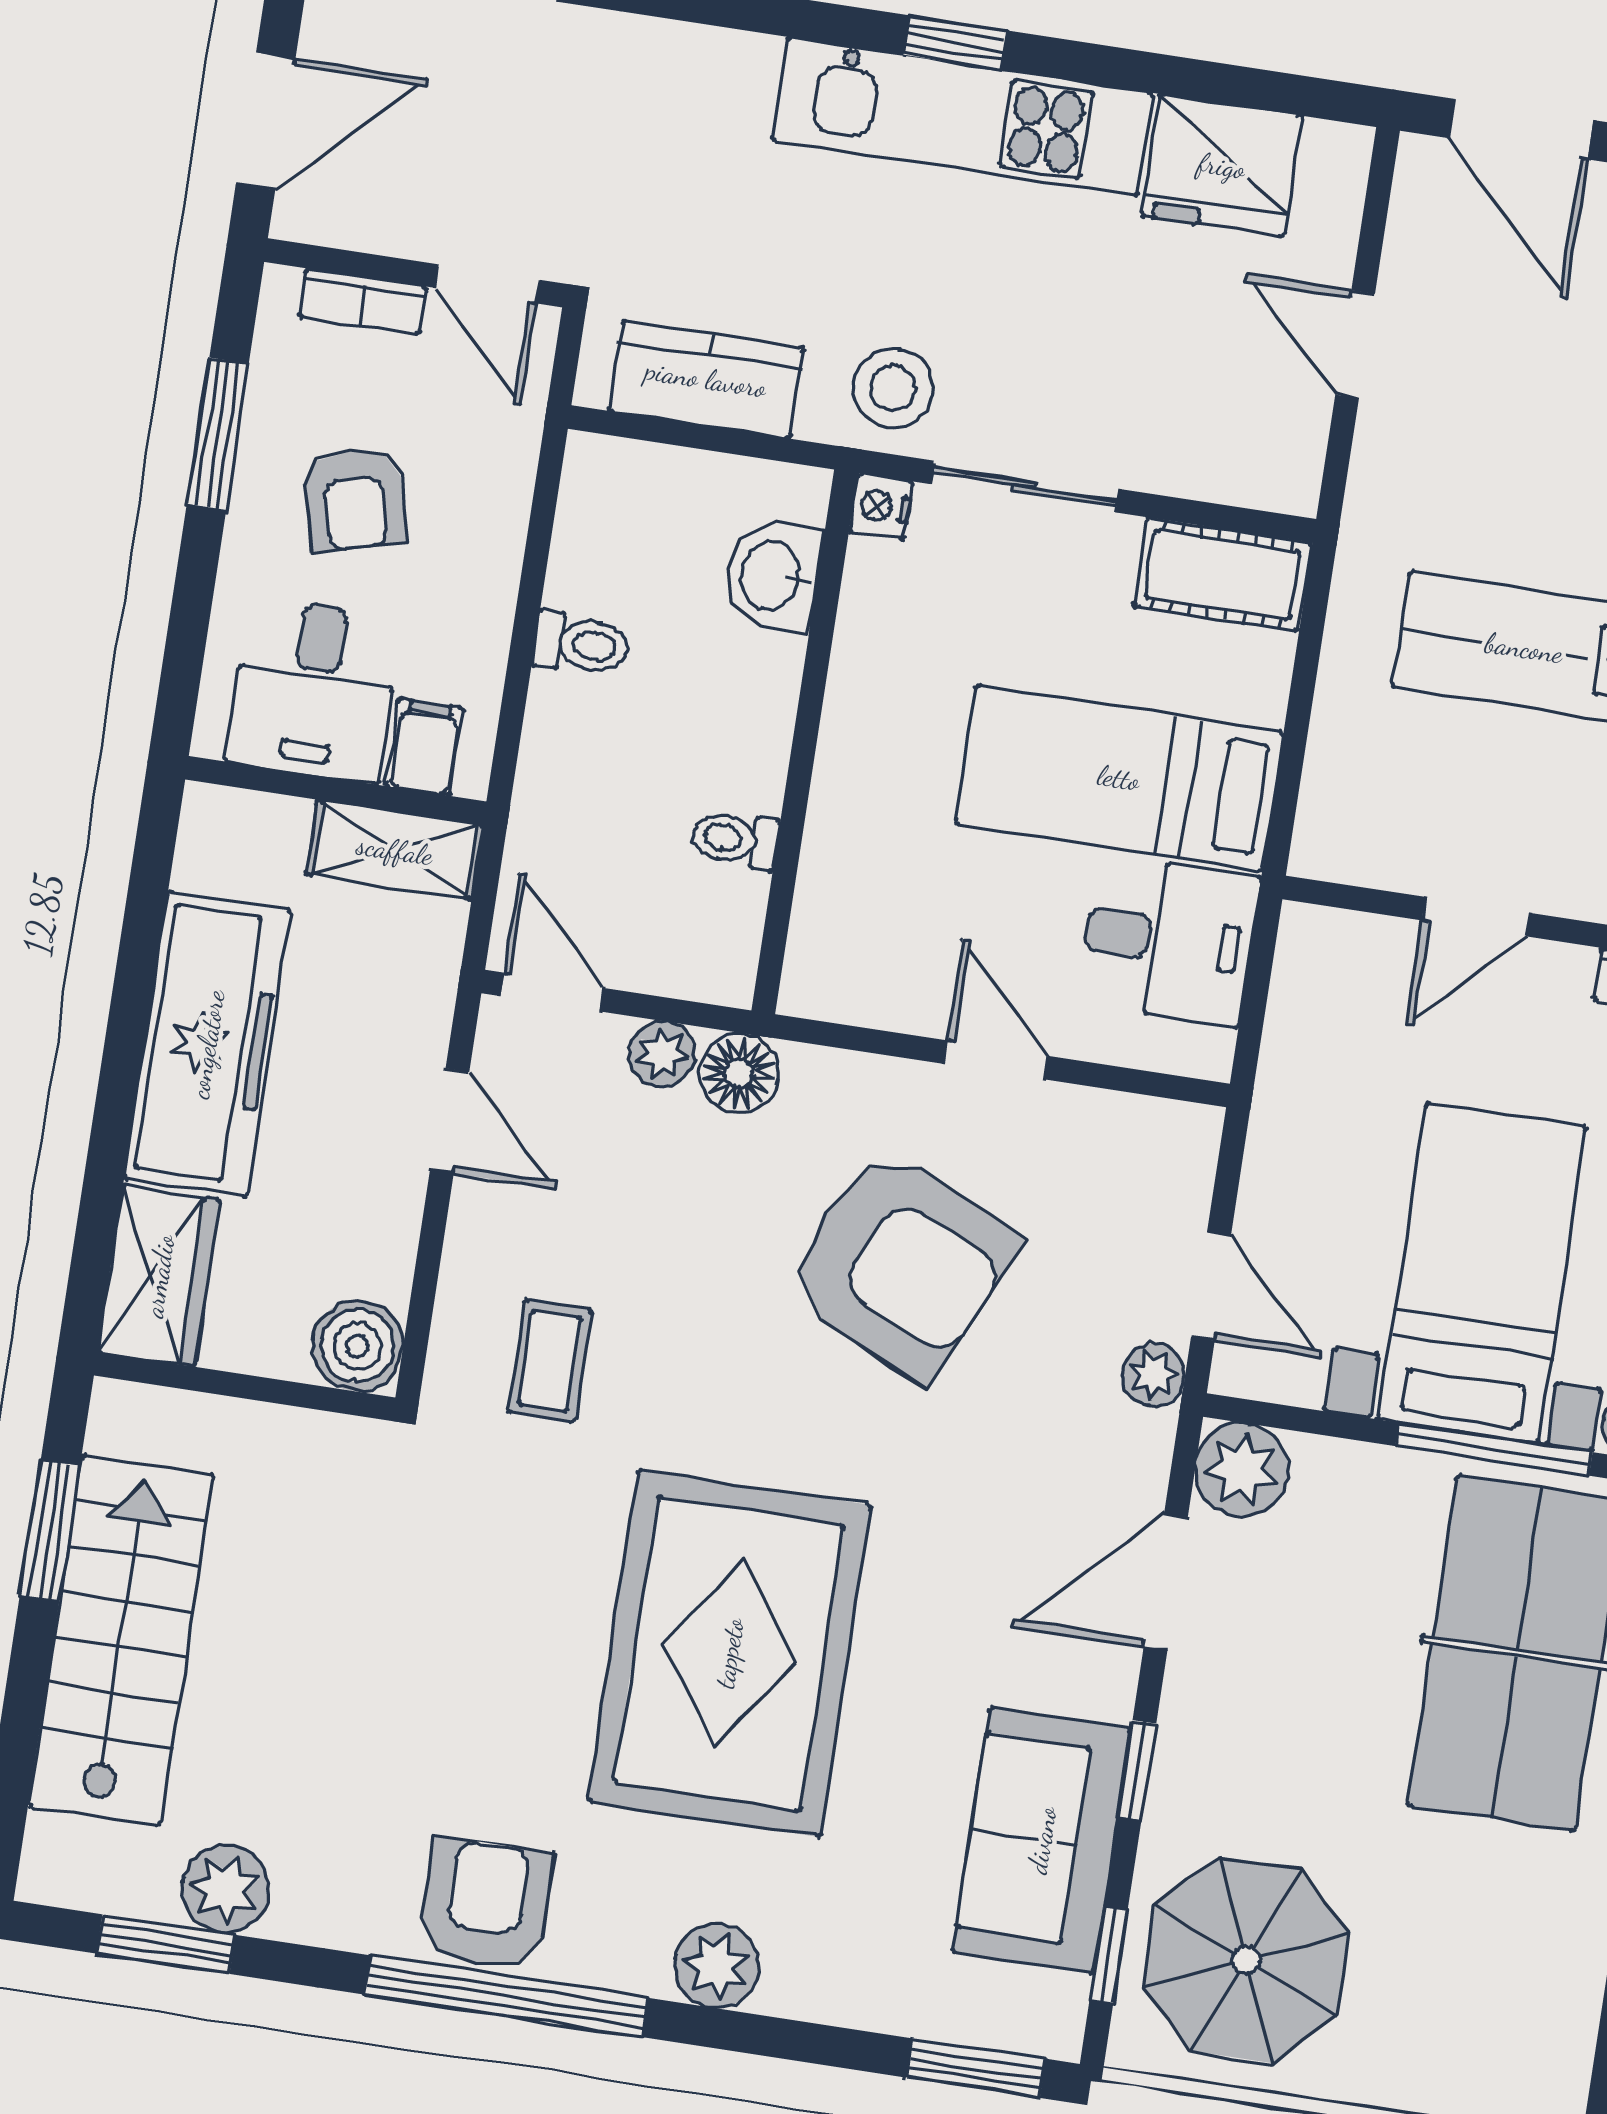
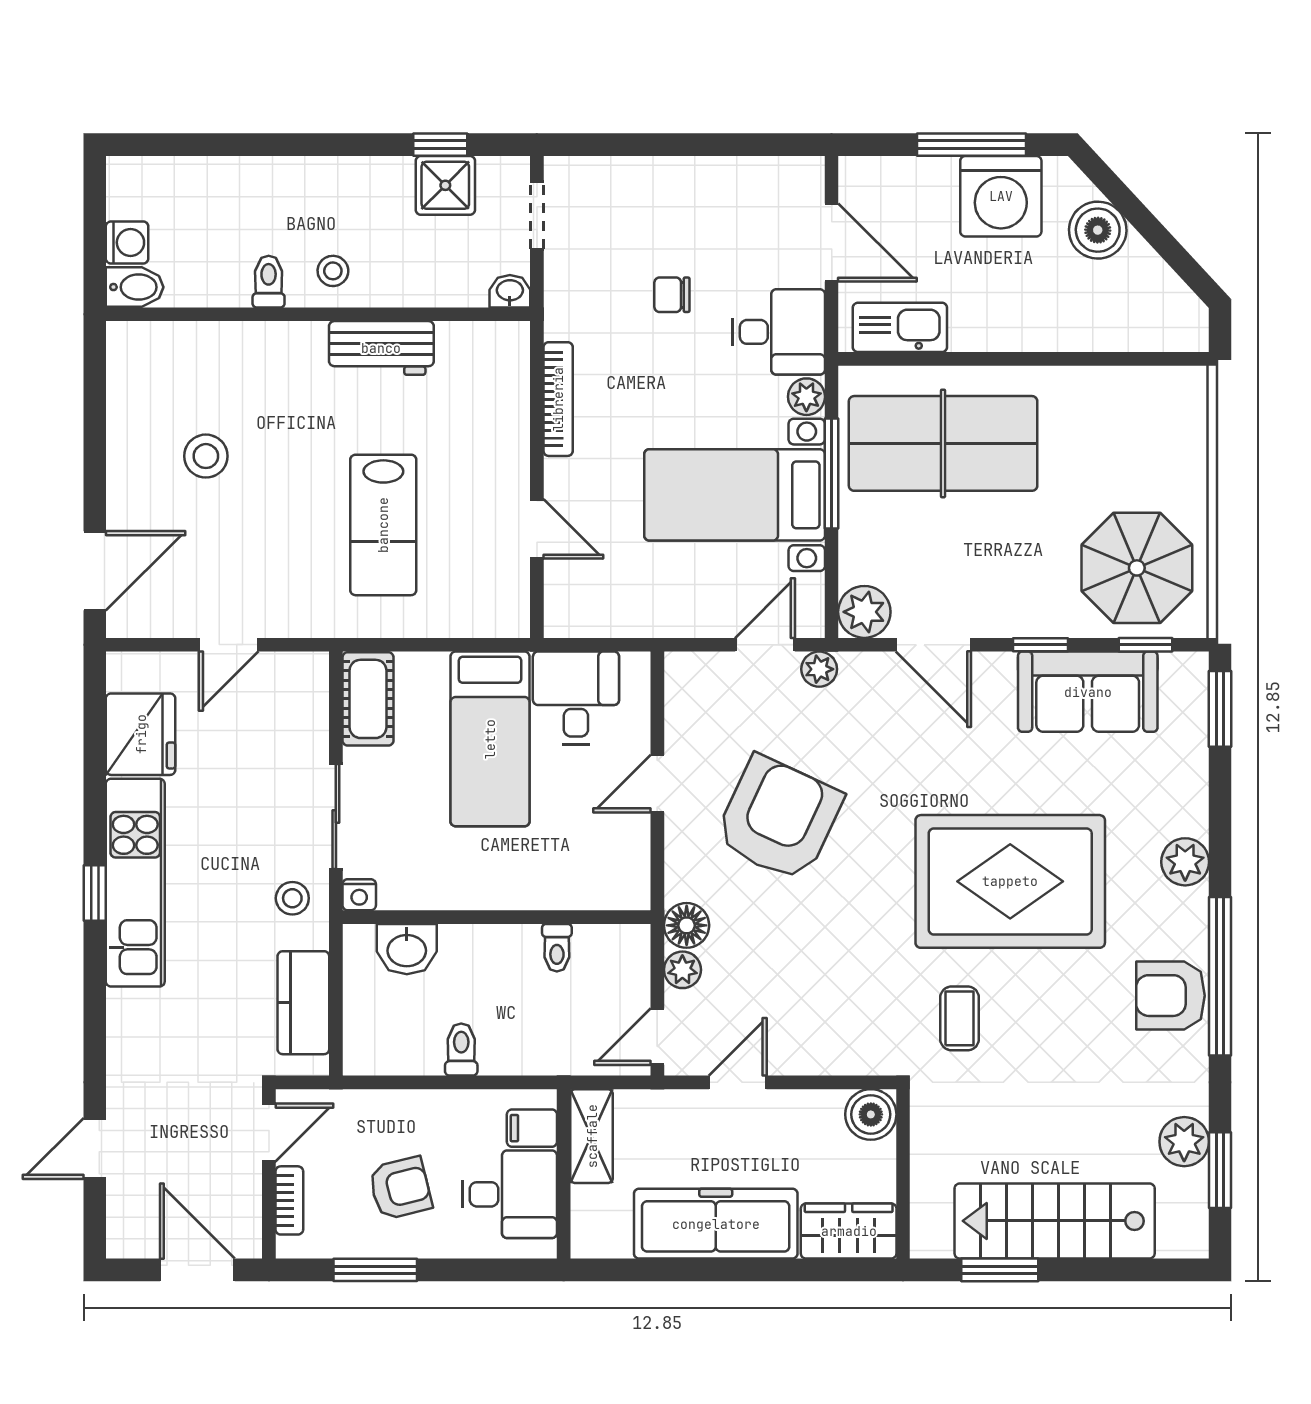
stool: (893, 388) -> (292, 898), width x0.73, depth x0.73
coffee table: (550, 1361) -> (960, 1018), moved, turned 90

